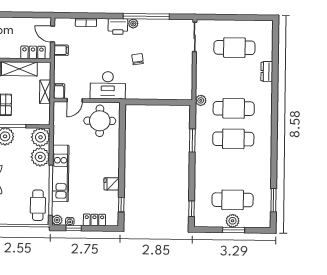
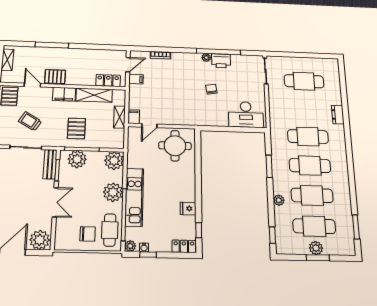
printer: (118, 26) -> (221, 61), moved
door: (53, 34) -> (128, 65), swing flipped
dresser: (267, 72) -> (338, 115), moved
desk: (108, 85) -> (246, 114), moved
plant: (201, 100) -> (279, 200), moved
plant: (40, 157) -> (113, 192), moved
cafe table: (233, 169) -> (312, 195), added
chair: (17, 209) -> (88, 234), added
locker: (94, 220) -> (184, 246), moved

